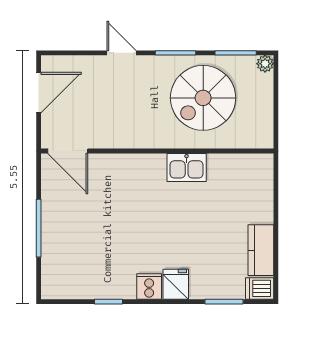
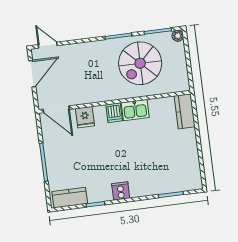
door: (122, 53) -> (48, 45), moved
kitchen counter: (261, 250) -> (185, 111), moved
fridge: (176, 284) -> (85, 117), moved, turned 180
kitchen counter: (71, 287) -> (70, 198), added
dishwasher: (260, 288) -> (114, 113), moved, turned -90

